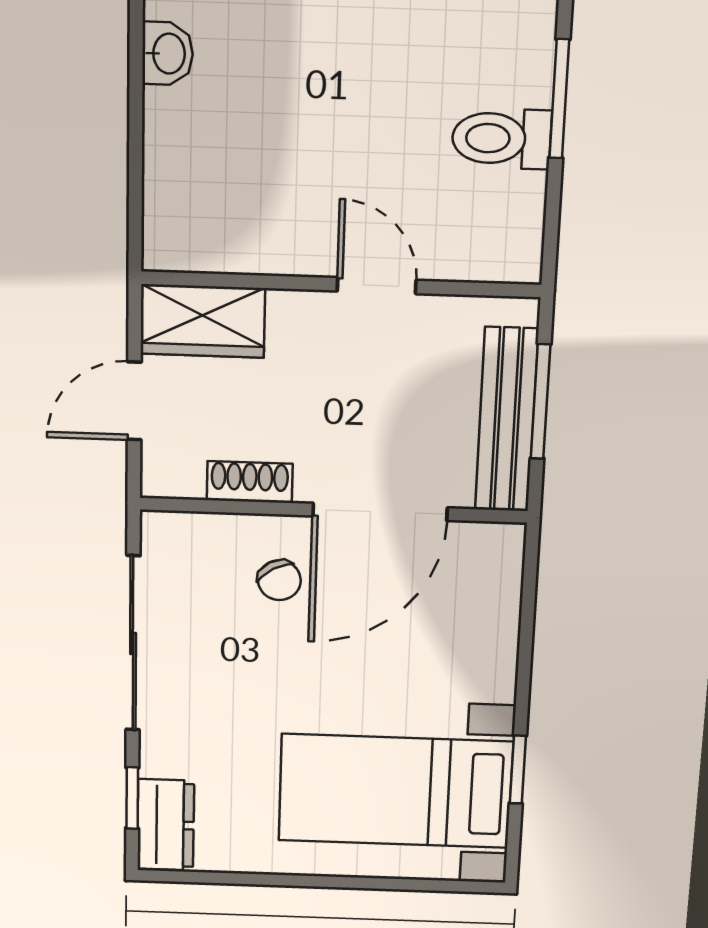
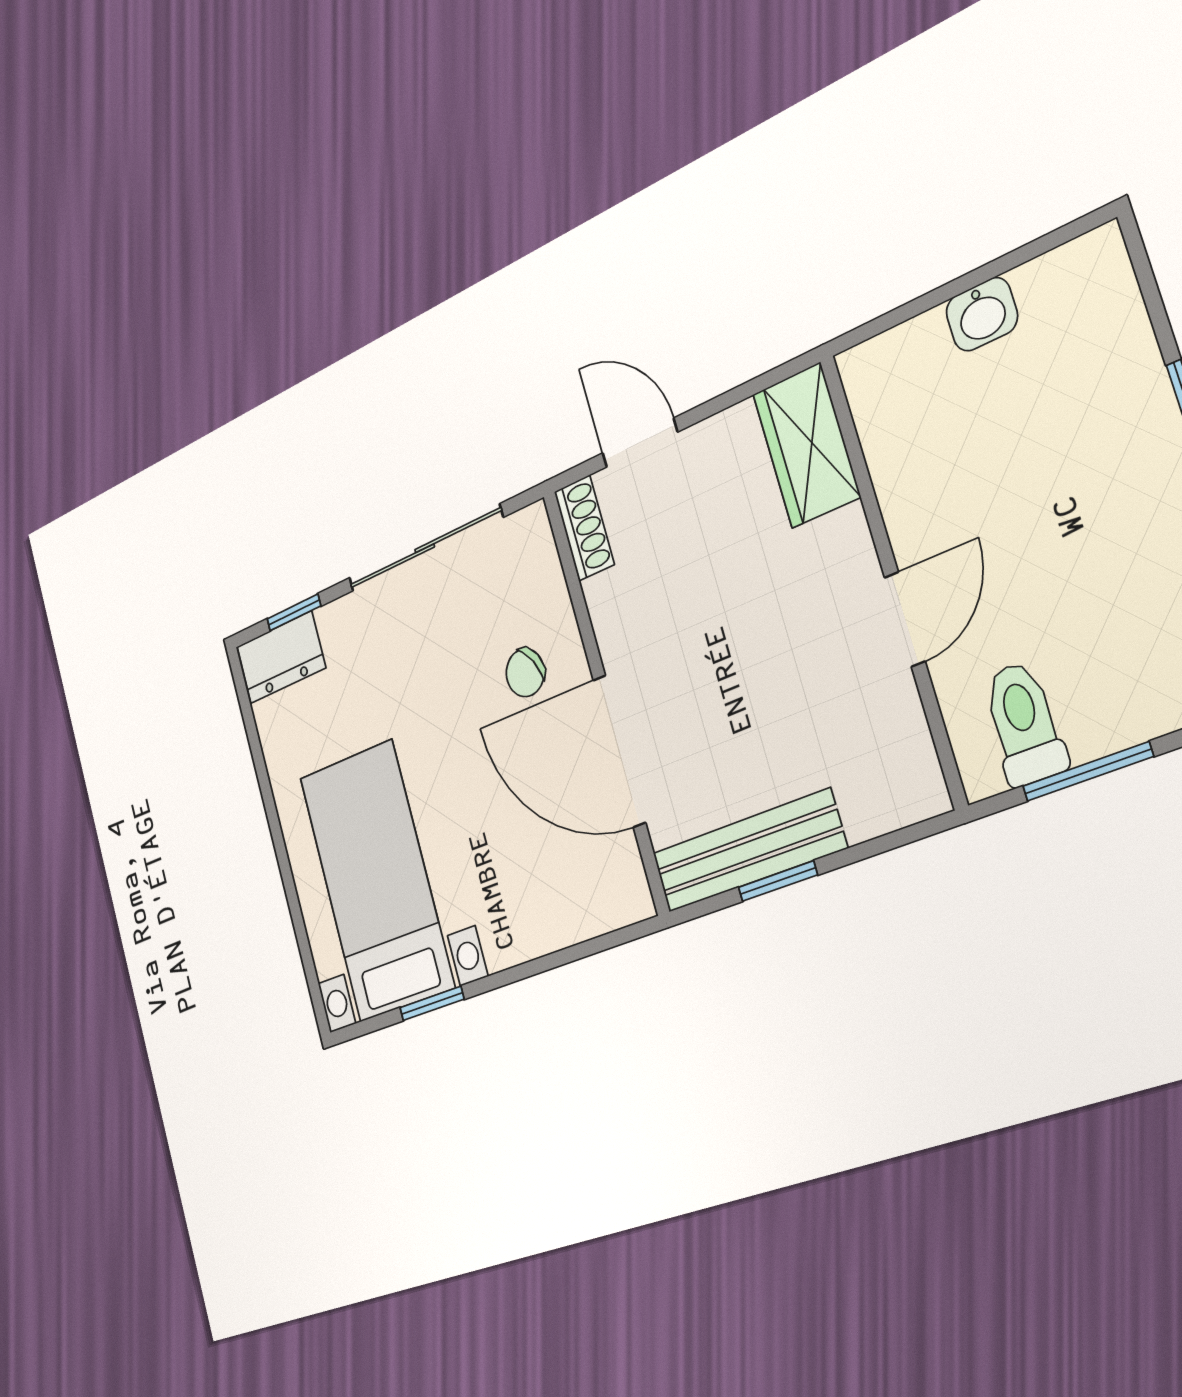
wall: (341, 284) -> (893, 579), moved
door: (377, 286) -> (905, 619), moved
wardrobe: (203, 321) -> (806, 445), moved
window: (541, 402) -> (778, 881), width x0.67
shoe rack: (250, 482) -> (584, 528), moved

